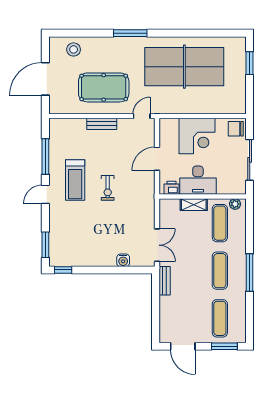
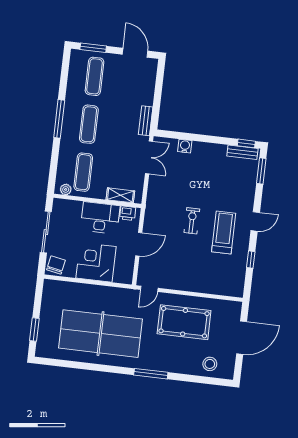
bench: (102, 124) -> (242, 152), moved
chair: (236, 129) -> (56, 265), turned -79
window: (45, 157) -> (251, 260), width x0.46
shelving: (194, 205) -> (120, 195), moved
double door: (157, 245) -> (149, 157), swing flipped

